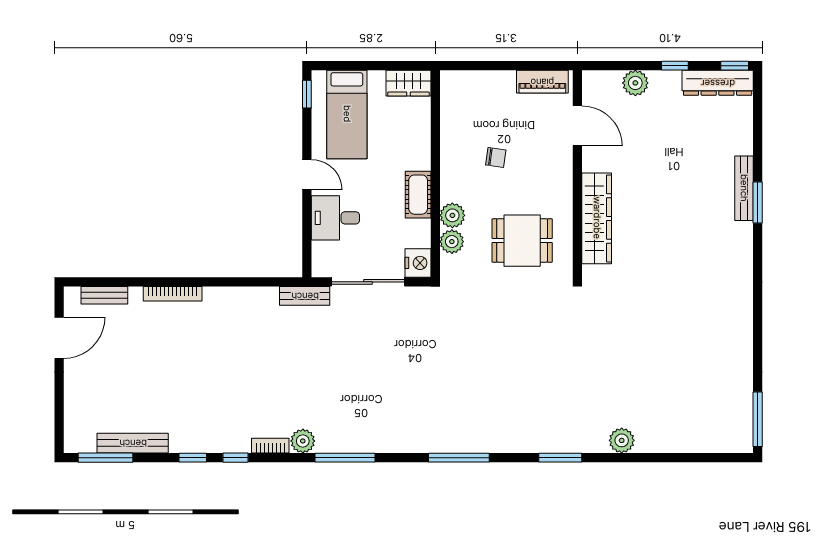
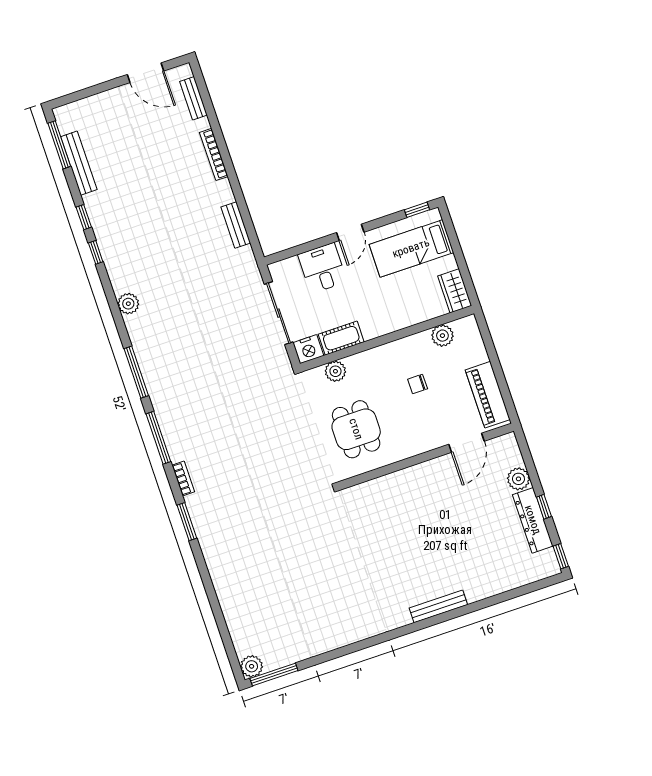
piano: (542, 82) -> (488, 395), width x1.37, depth x1.33
dresser: (718, 83) -> (533, 520), moved
chair: (496, 157) -> (418, 384), turned 82
bench: (744, 188) -> (438, 606), moved
cot: (418, 195) -> (341, 338), moved
window: (758, 203) -> (454, 614), removed
plant: (452, 215) -> (442, 336), moved
wardrobe: (597, 218) -> (395, 485), removed
bench: (305, 296) -> (236, 225), moved
plant: (622, 440) -> (252, 666), moved
bookcase: (270, 446) -> (183, 479), moved
window: (345, 458) -> (136, 372), moved

